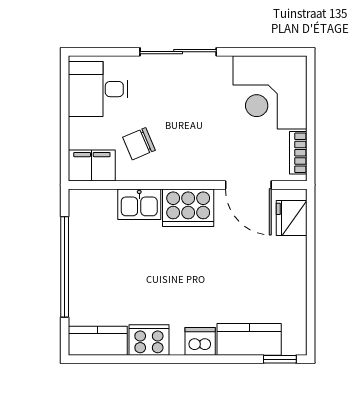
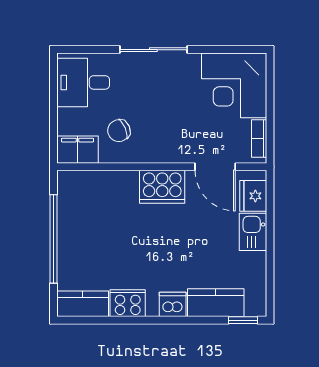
kitchen sink: (139, 204) -> (253, 232), moved, turned 90

